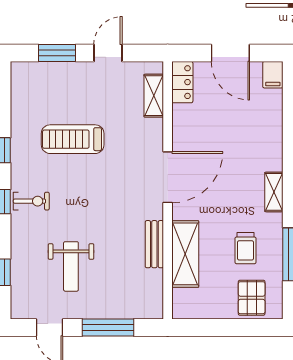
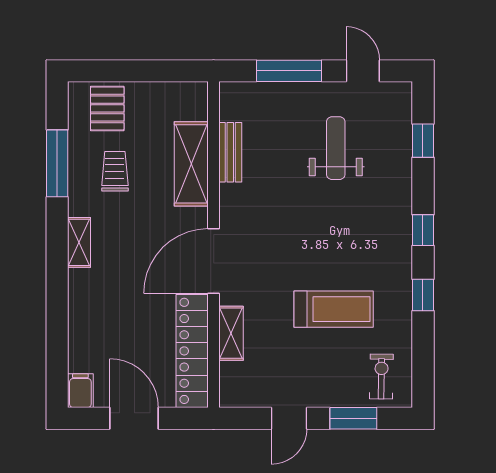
locker: (182, 82) -> (192, 351), width x2.16, depth x1.21
shelving: (154, 96) -> (231, 333), moved
exercise bike: (31, 201) -> (381, 376), moved, turned 91
bench: (154, 244) -> (230, 152), moved

